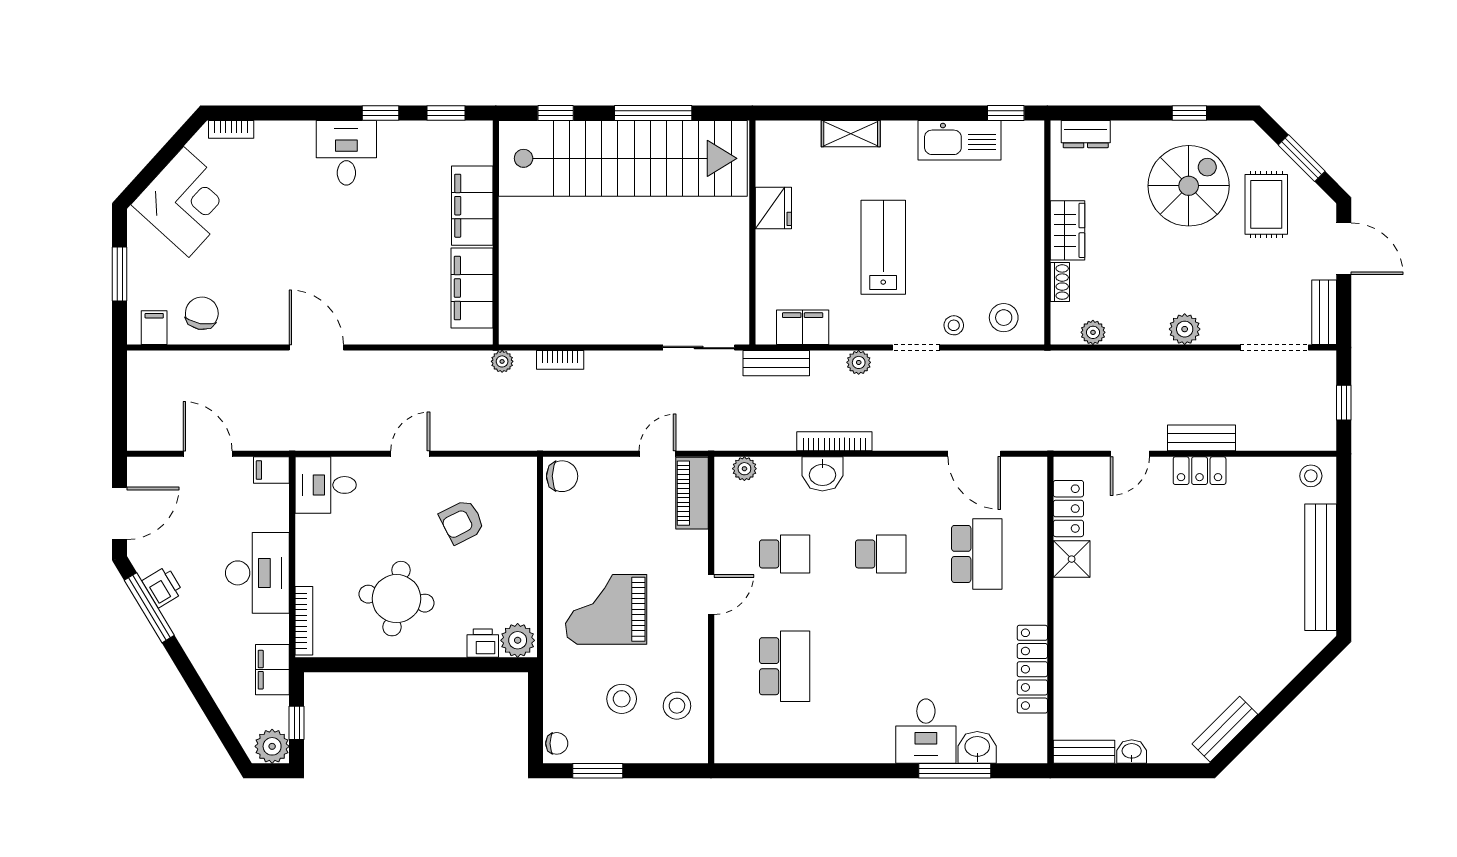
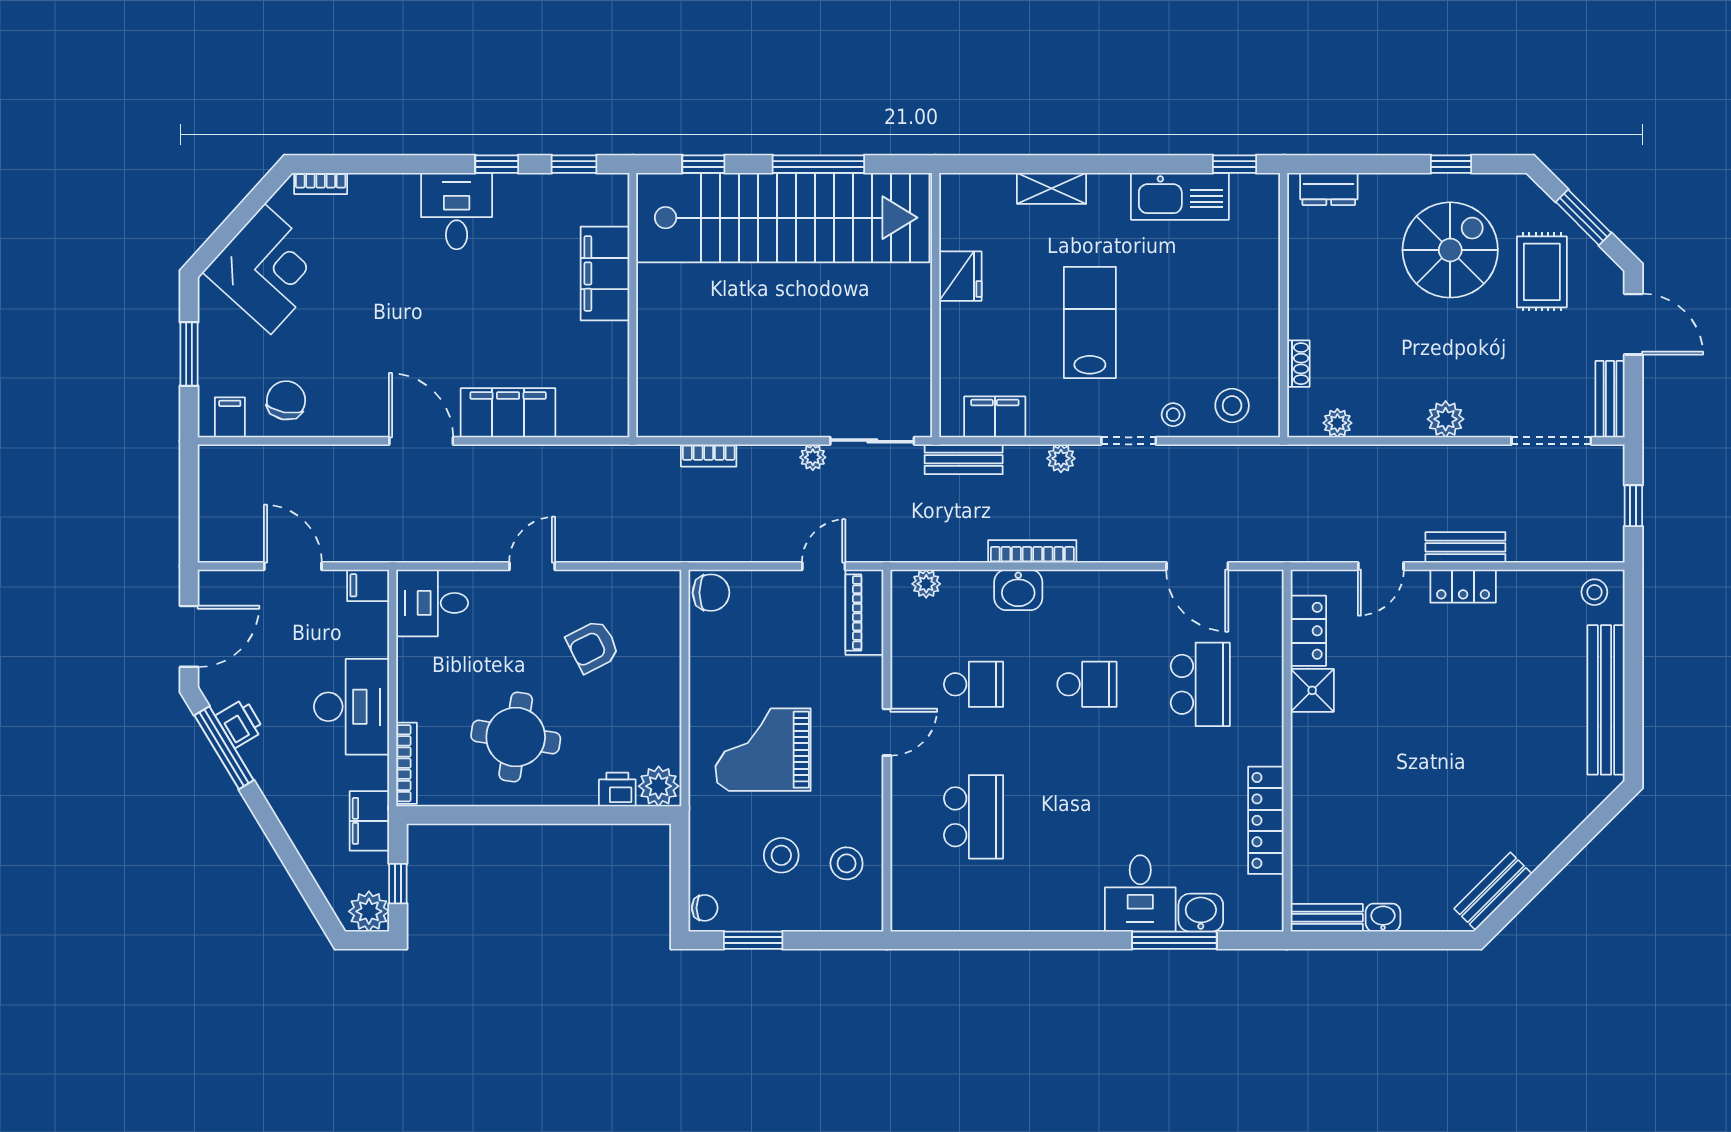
wardrobe: (1068, 230) -> (1307, 303), removed
filing cabinet: (472, 288) -> (508, 413), moved, turned 90
plant: (502, 361) -> (813, 457), moved

